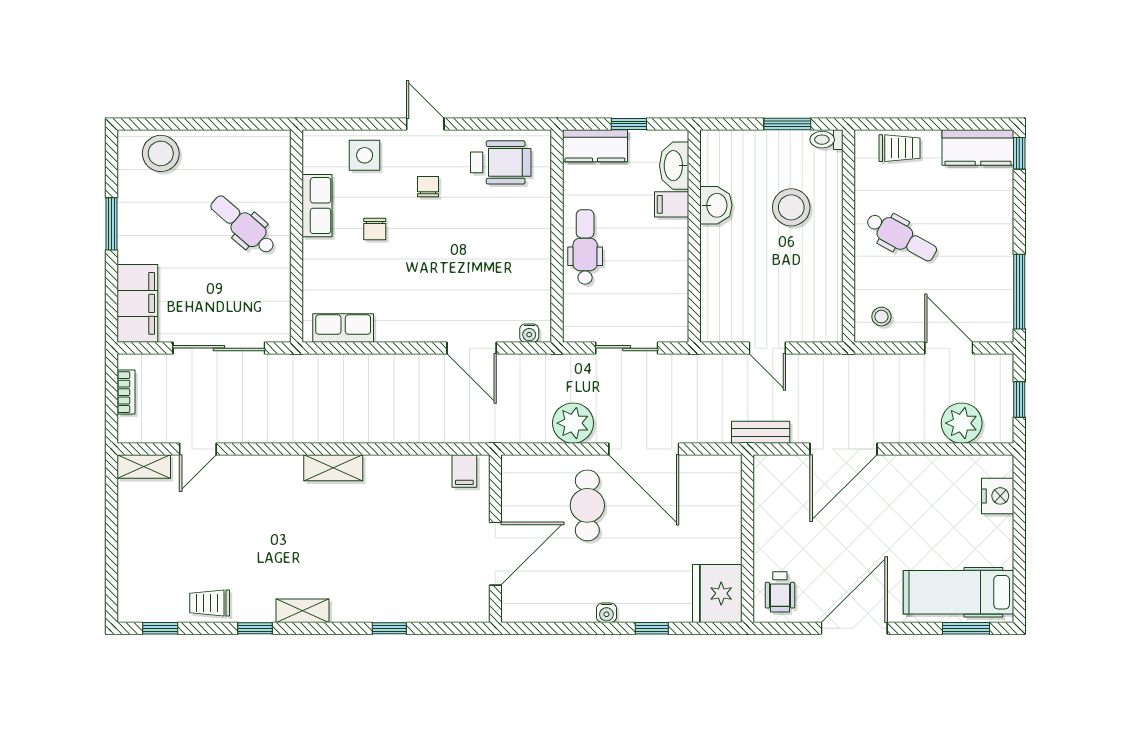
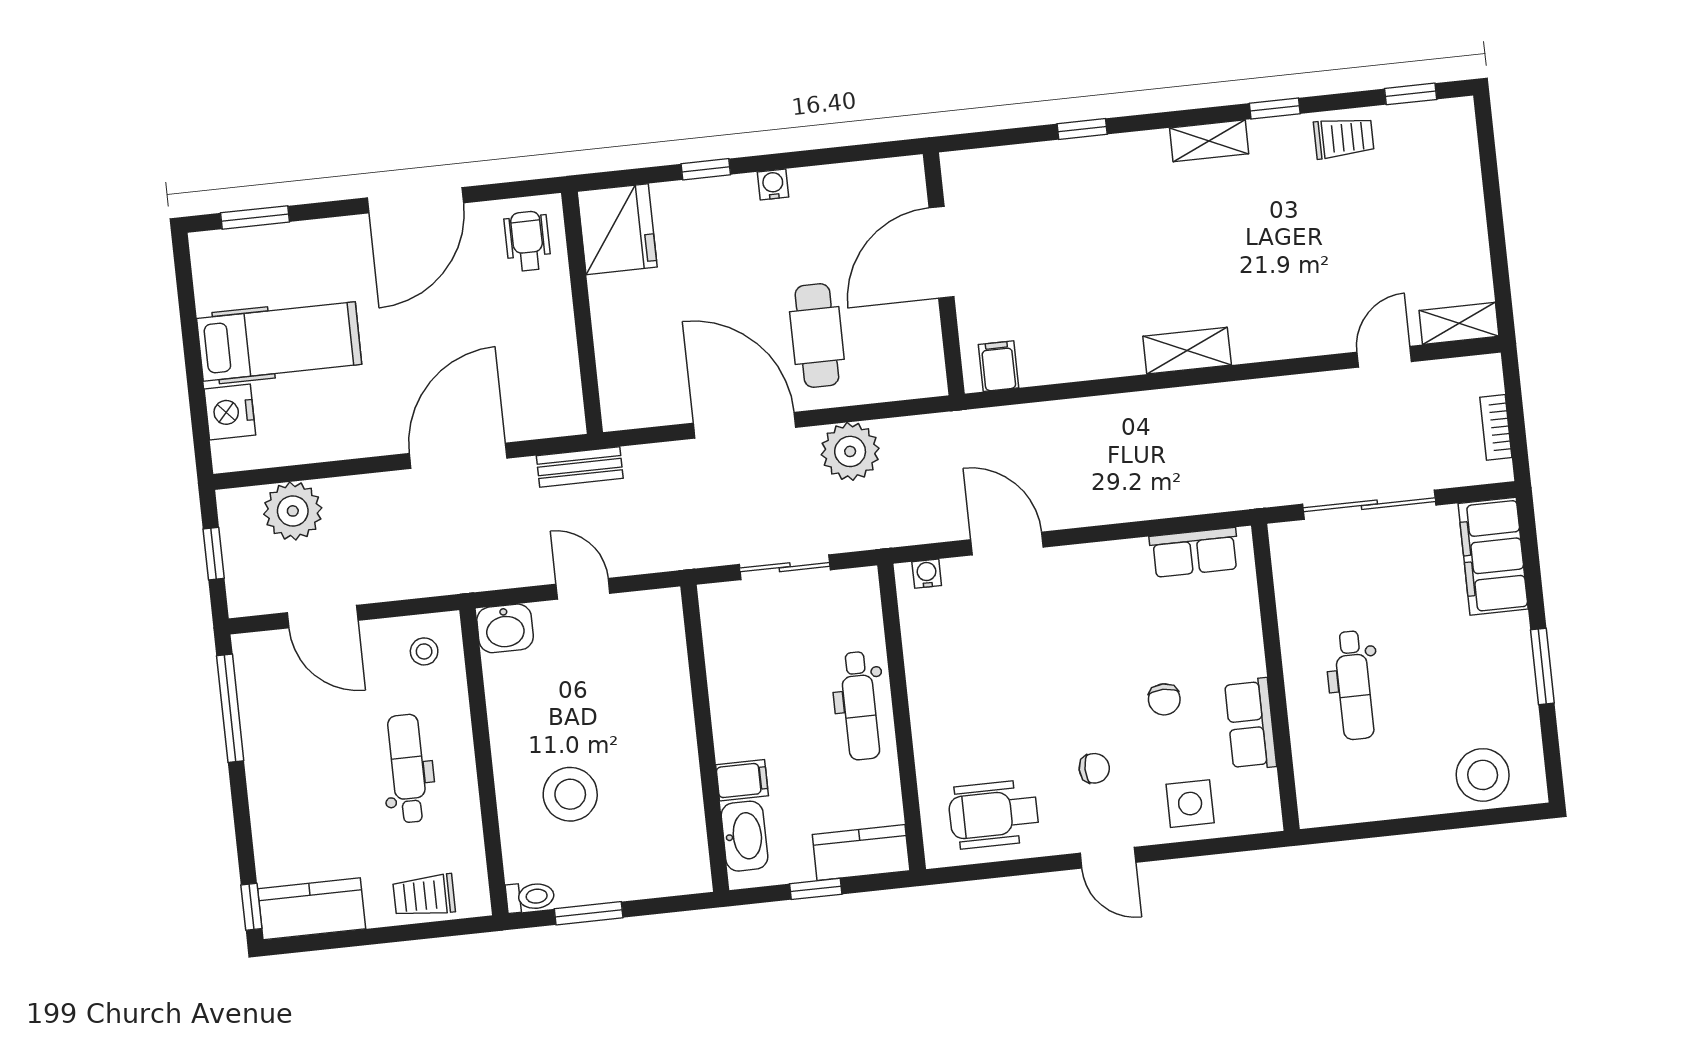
chair: (428, 187) -> (1094, 768), turned -90
washbasin: (716, 205) -> (505, 628), moved, turned -90
dental chair: (243, 225) -> (1354, 685), turned 49
chair: (375, 229) -> (1164, 699), turned 180
dental chair: (901, 237) -> (408, 769), turned 61
hospital bed: (958, 592) -> (279, 341), moved

